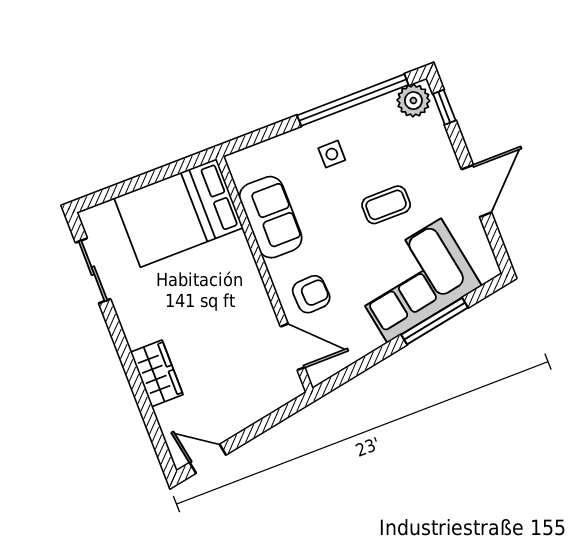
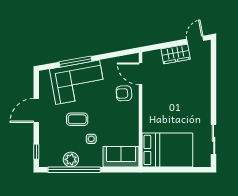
plant: (413, 101) -> (71, 159), moved
side table: (332, 154) -> (91, 139), moved
sofa: (271, 217) -> (121, 157), moved, turned 90
wardrobe: (157, 373) -> (176, 54), moved, turned -100
door: (208, 459) -> (195, 40), swing flipped

